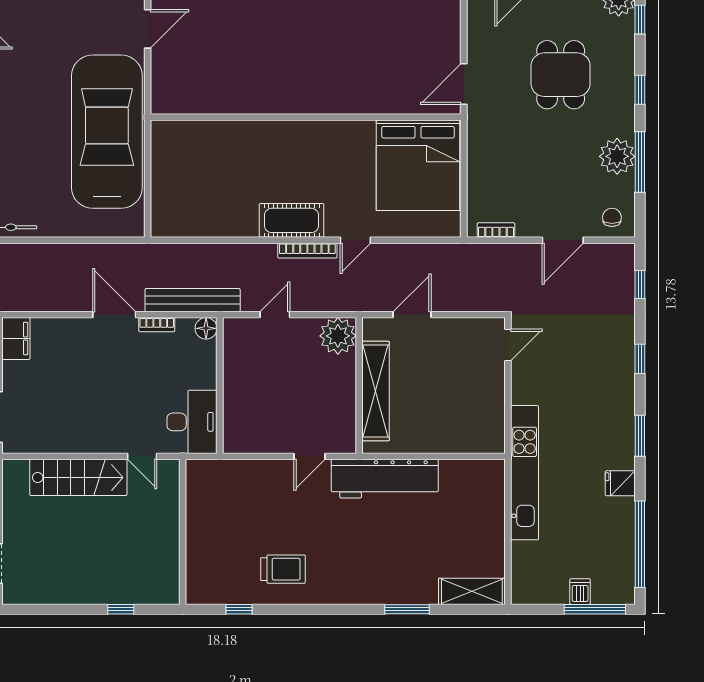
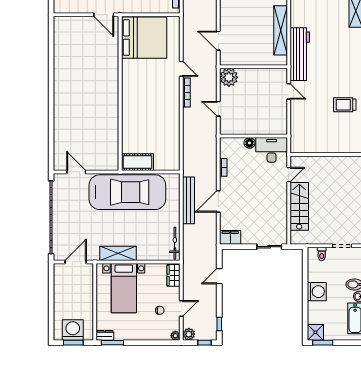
car: (107, 132) -> (127, 192), turned 180
cot: (292, 220) -> (137, 162), moved, turned 90
bench: (193, 300) -> (189, 200), moved
door: (114, 315) -> (218, 201), moved
floor lamp: (206, 328) -> (249, 143), moved
shelving: (376, 391) -> (281, 30), moved, turned 90
trolley: (283, 569) -> (345, 105), turned -90

